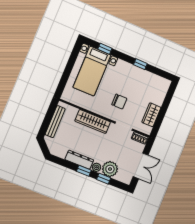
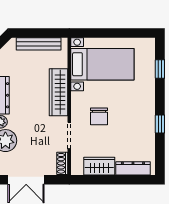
bed with nightstands: (92, 71) -> (102, 64), moved, turned 180
dresser: (162, 94) -> (133, 168), added

